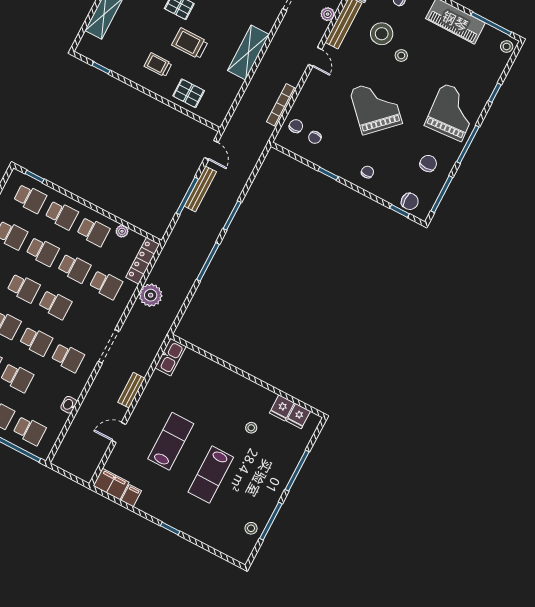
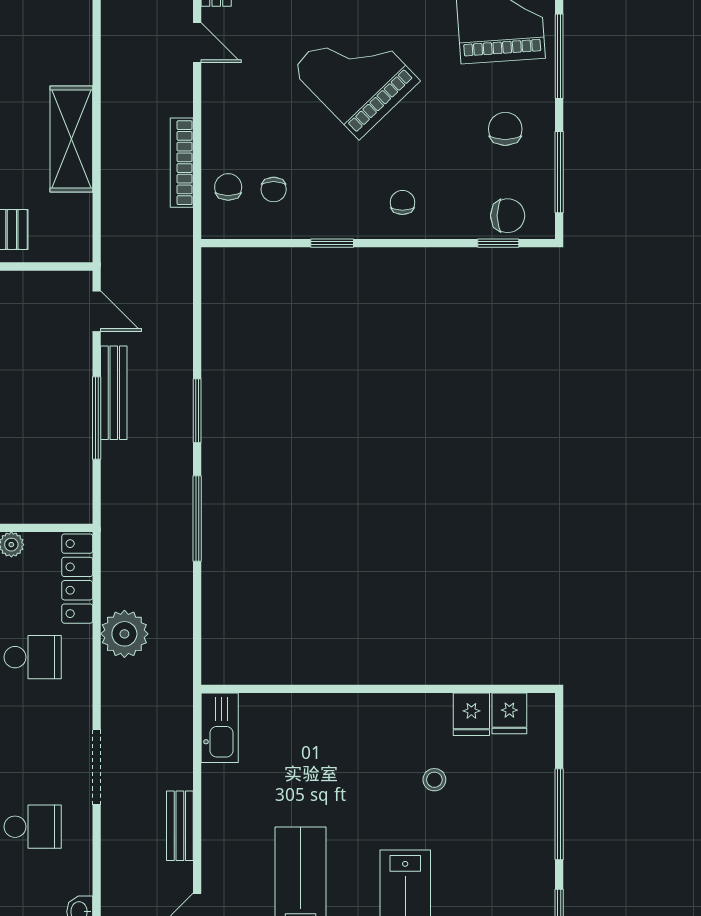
shelving: (248, 53) -> (71, 139), moved

